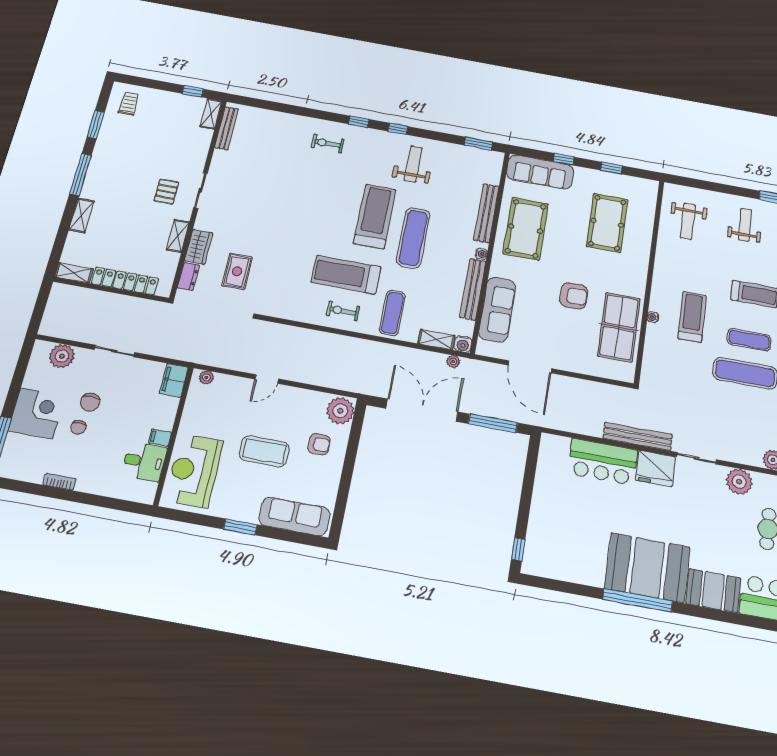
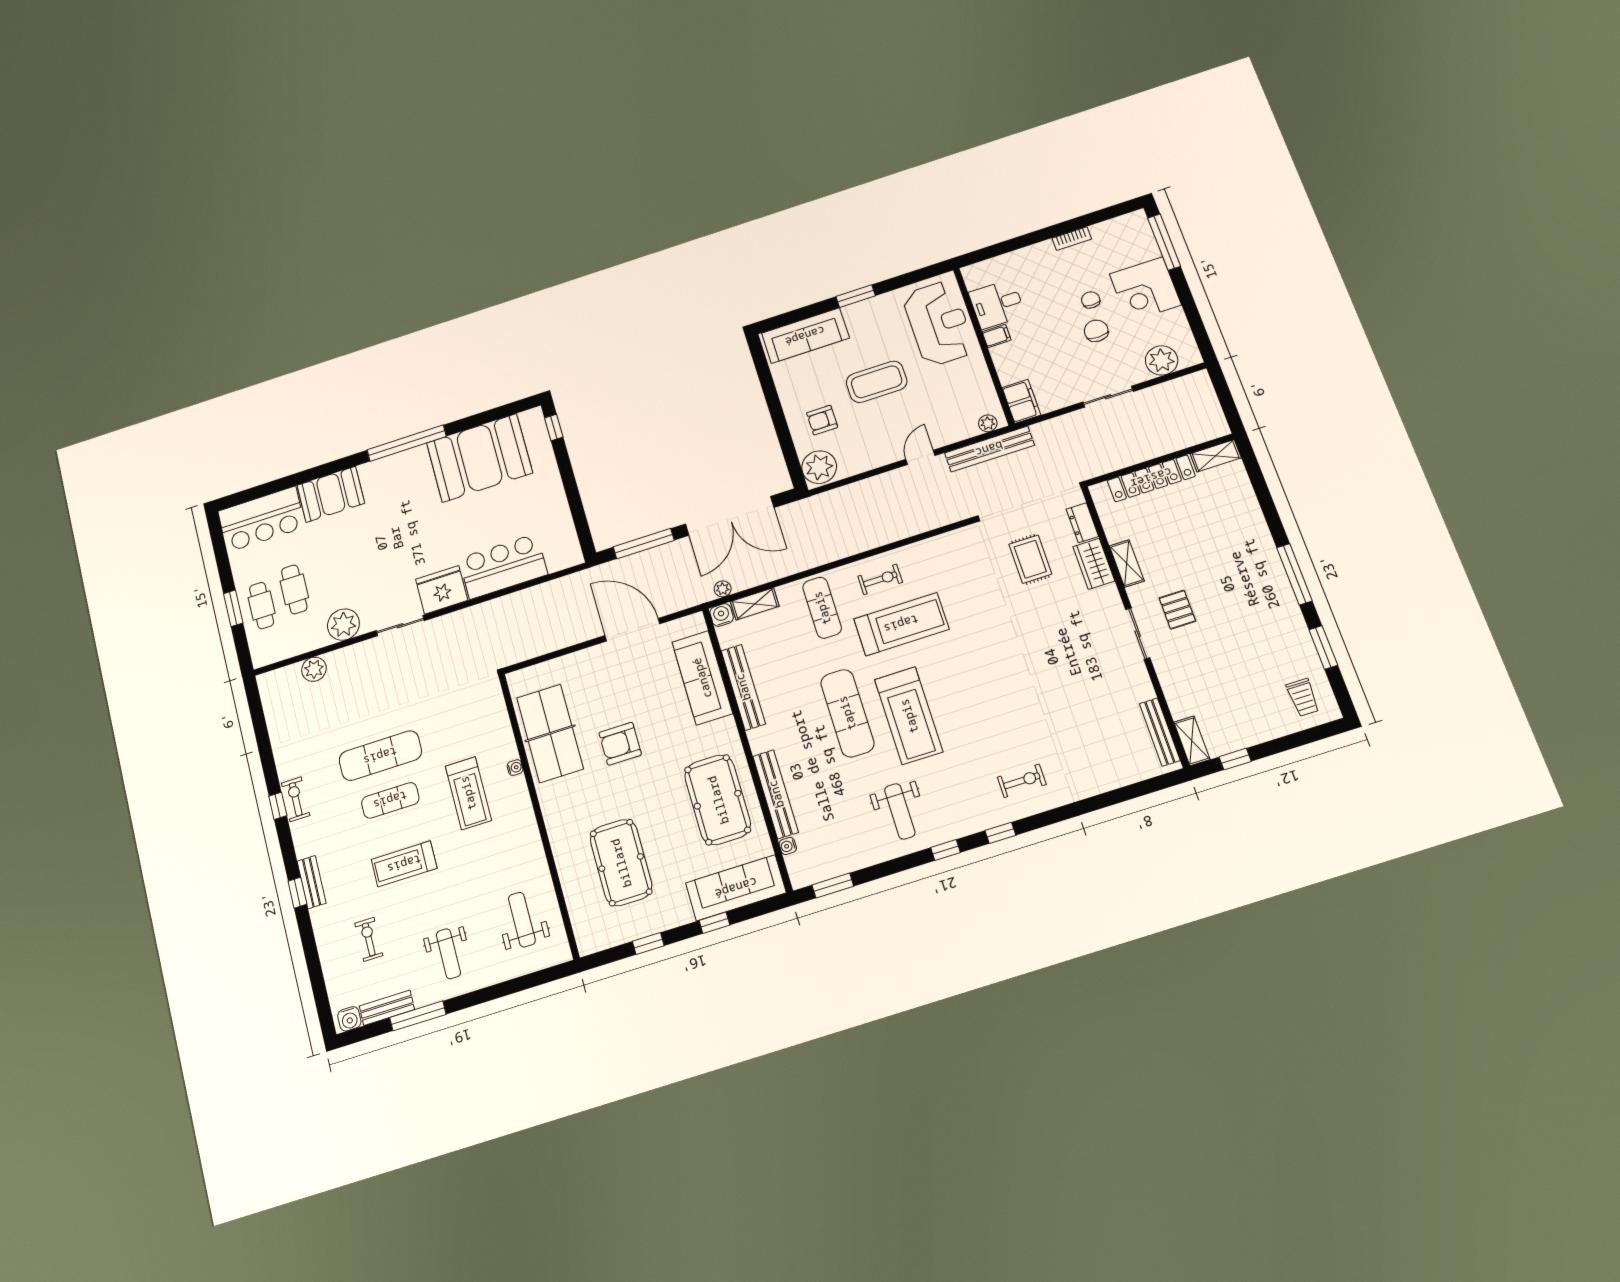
shelving: (81, 216) -> (1256, 526), removed
water cooler: (481, 254) -> (788, 846), moved
bench: (638, 436) -> (989, 449), moved
booth: (647, 568) -> (480, 458), moved

